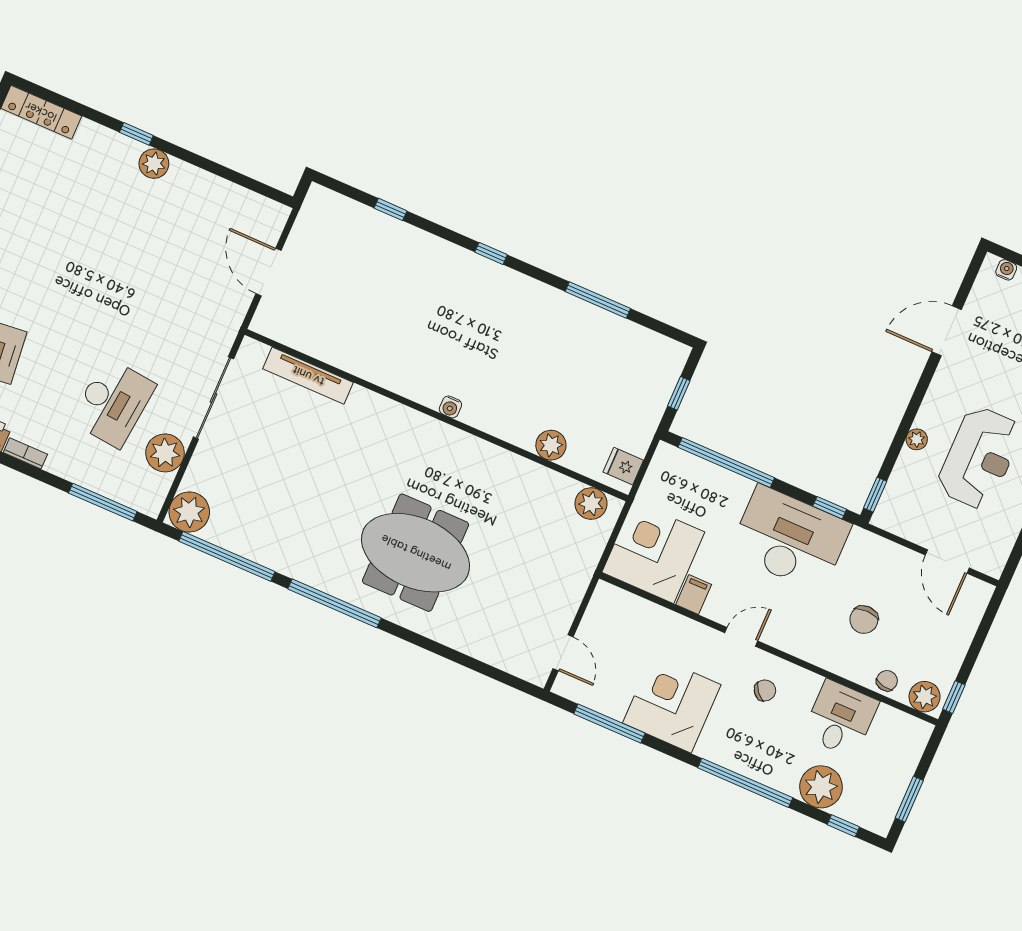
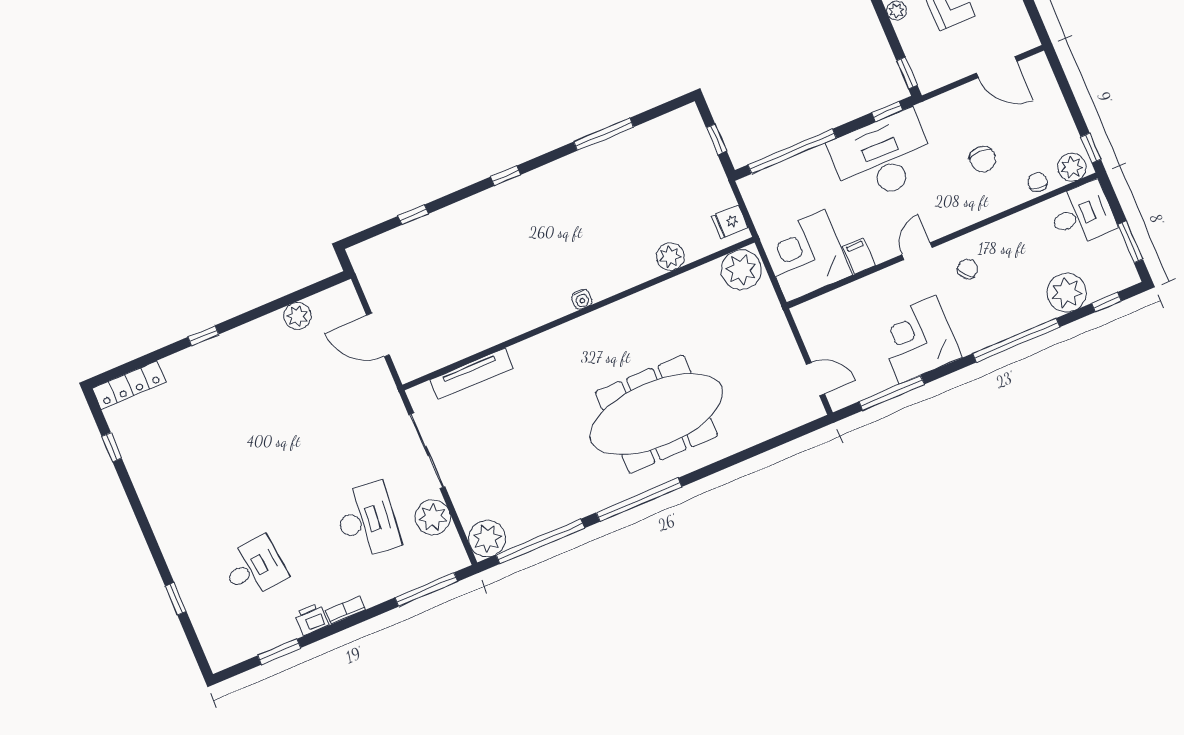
plant: (154, 164) -> (297, 316), moved
plant: (591, 504) -> (741, 270), width x1.36, depth x1.36
meeting table: (416, 553) -> (656, 414), width x1.36
desk: (840, 719) -> (1082, 214), moved, turned 90

